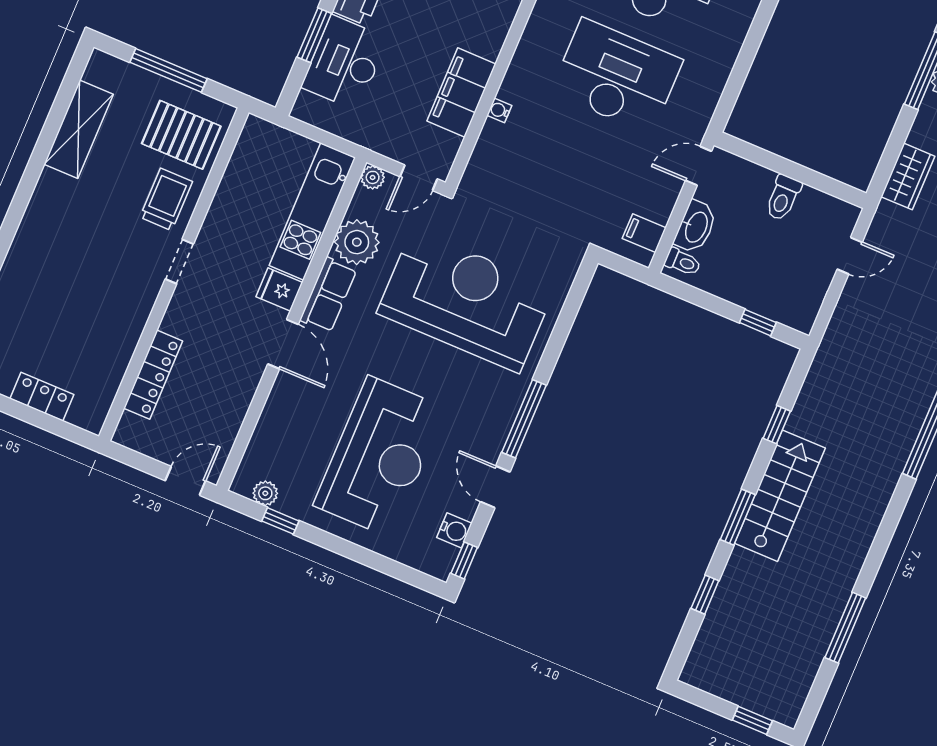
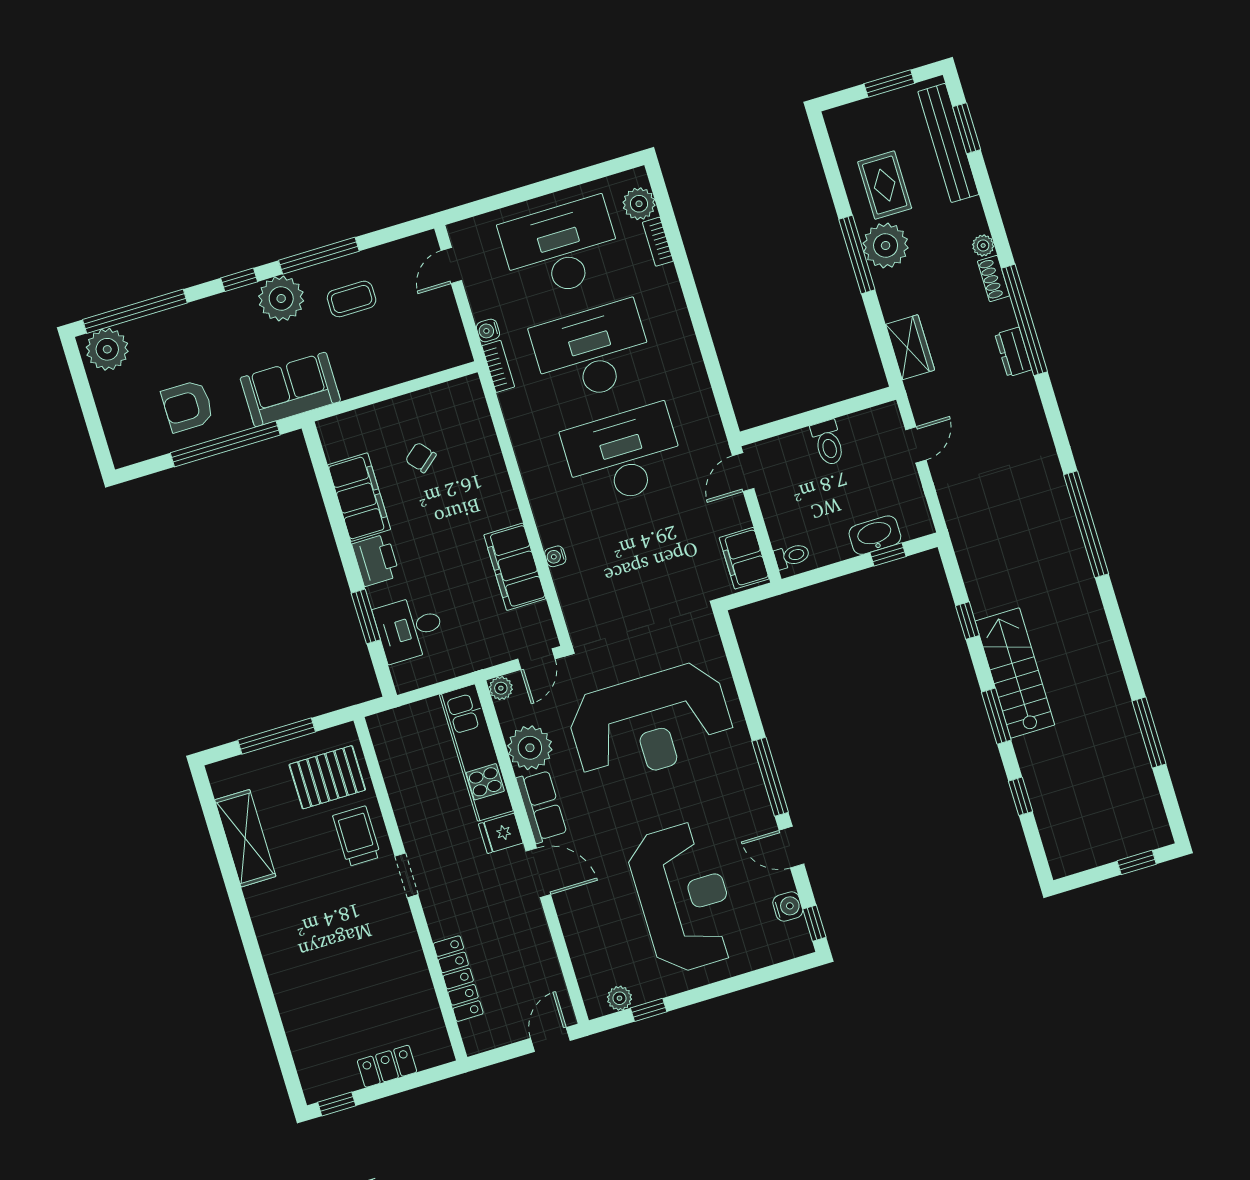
desk: (345, 63) -> (410, 628), width x0.73
washbasin: (696, 227) -> (875, 535), moved, turned -90
filing cabinet: (644, 233) -> (744, 558), width x2.00
reception desk: (466, 301) -> (651, 723), turned 180

